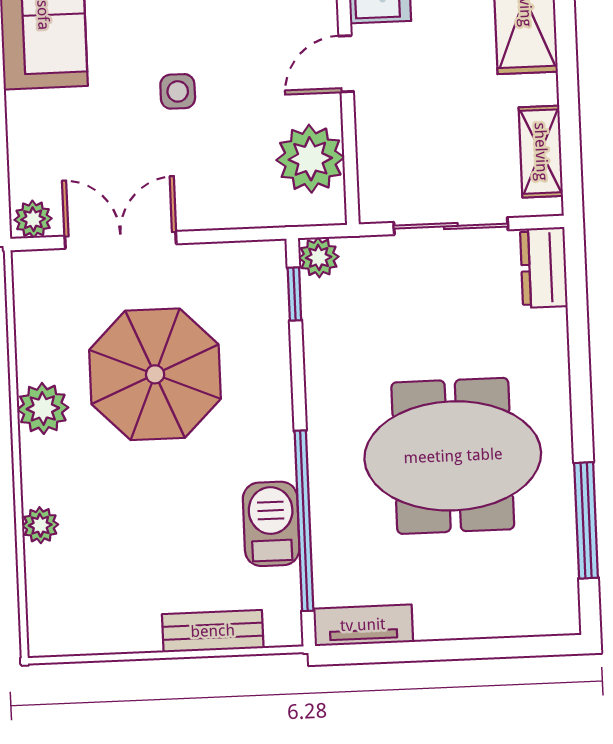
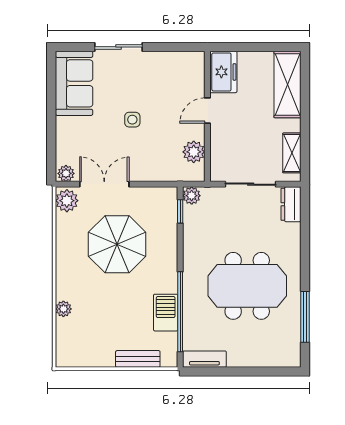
plant: (310, 159) -> (194, 152), width x0.73, depth x0.73
plant: (43, 408) -> (67, 201), moved

